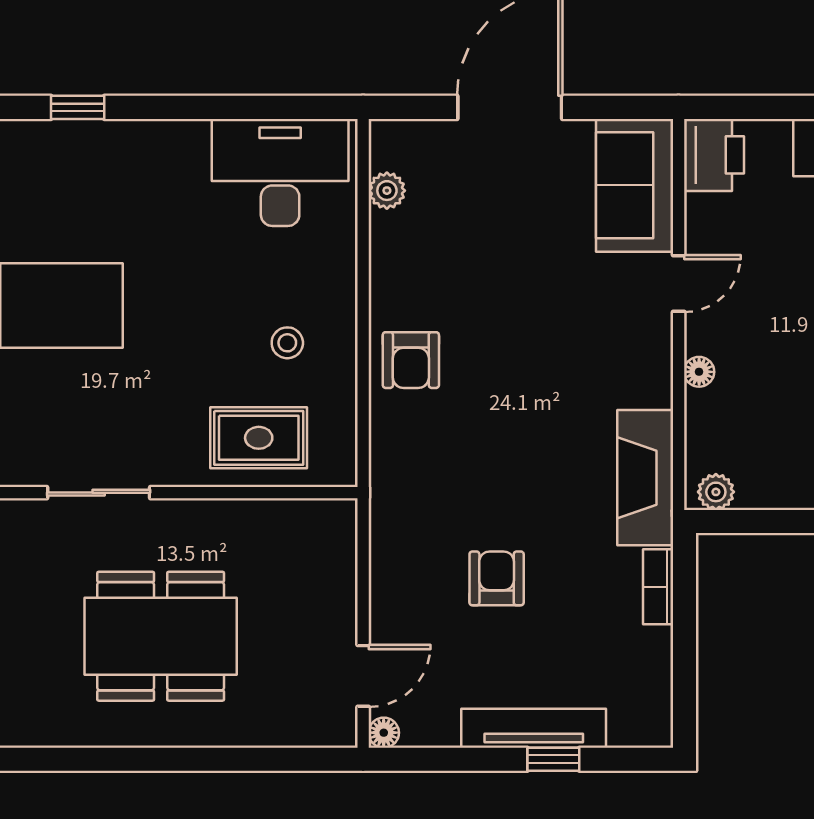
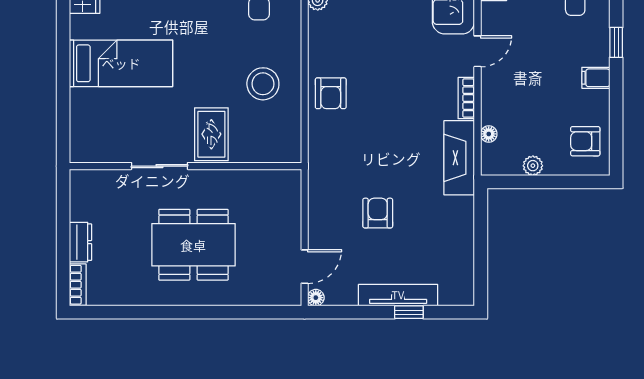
stool: (287, 343) -> (263, 84), width x1.89, depth x1.89
floor lamp: (699, 372) -> (489, 134), moved
rug: (259, 438) -> (211, 134), moved, turned 90
plant: (716, 492) -> (533, 166), moved
bookcase: (658, 587) -> (466, 98), moved

